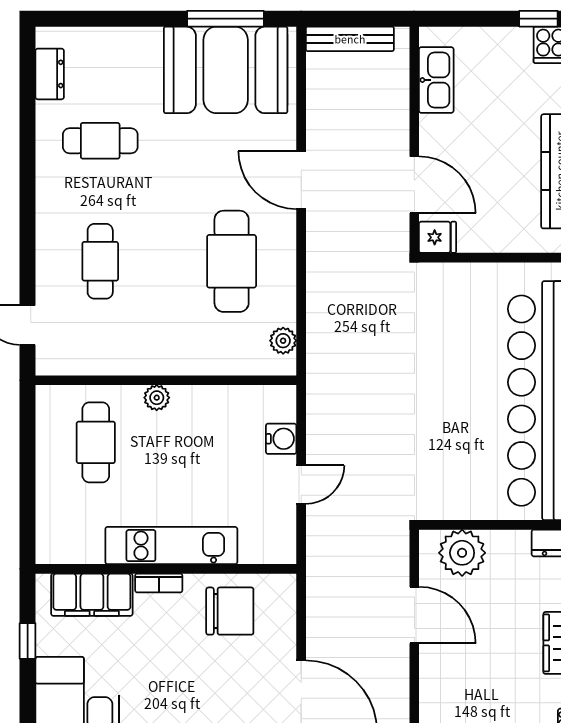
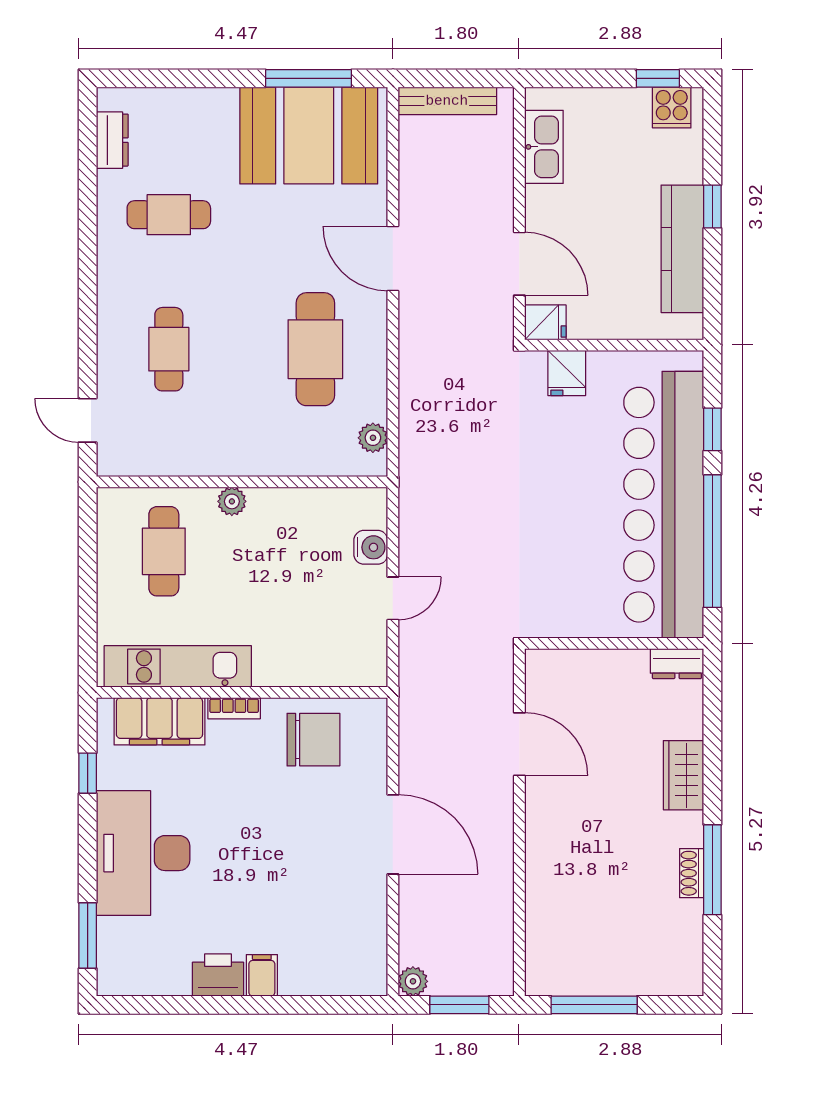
fridge: (457, 283) -> (567, 373), added
kitchen unit: (171, 546) -> (178, 666), moved
plant: (462, 553) -> (573, 675), removed

